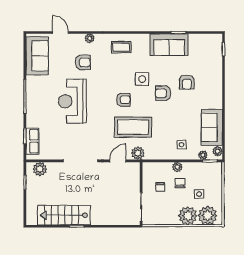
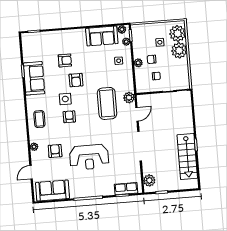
armchair: (123, 100) -> (69, 117), moved
door: (118, 161) -> (137, 114), swing flipped

